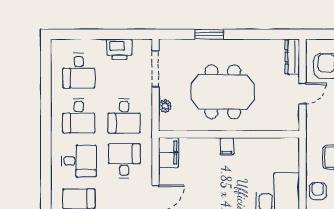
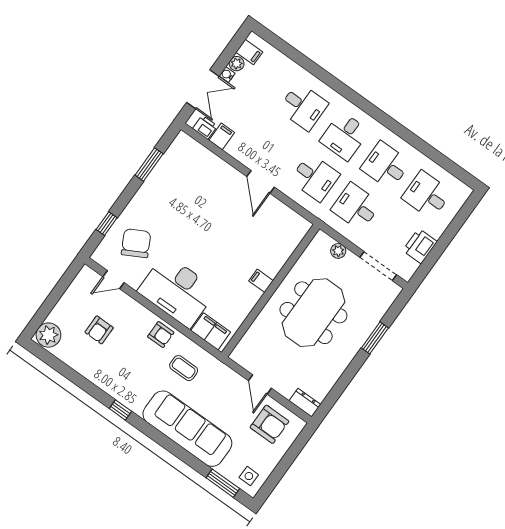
dresser: (292, 57) -> (305, 403), width x0.70
filing cabinet: (168, 153) -> (211, 331), moved, turned 180

